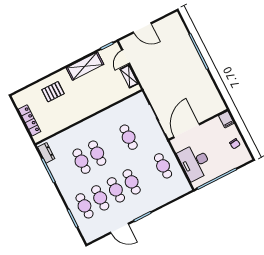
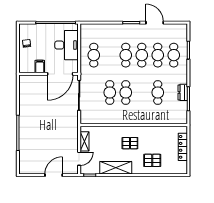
door: (142, 28) -> (54, 175), hinge flipped
pallet: (83, 98) -> (130, 143), added
filing cabinet: (226, 120) -> (40, 67), moved
dresser: (46, 153) -> (183, 92), moved
cafe table: (97, 153) -> (126, 93), moved

